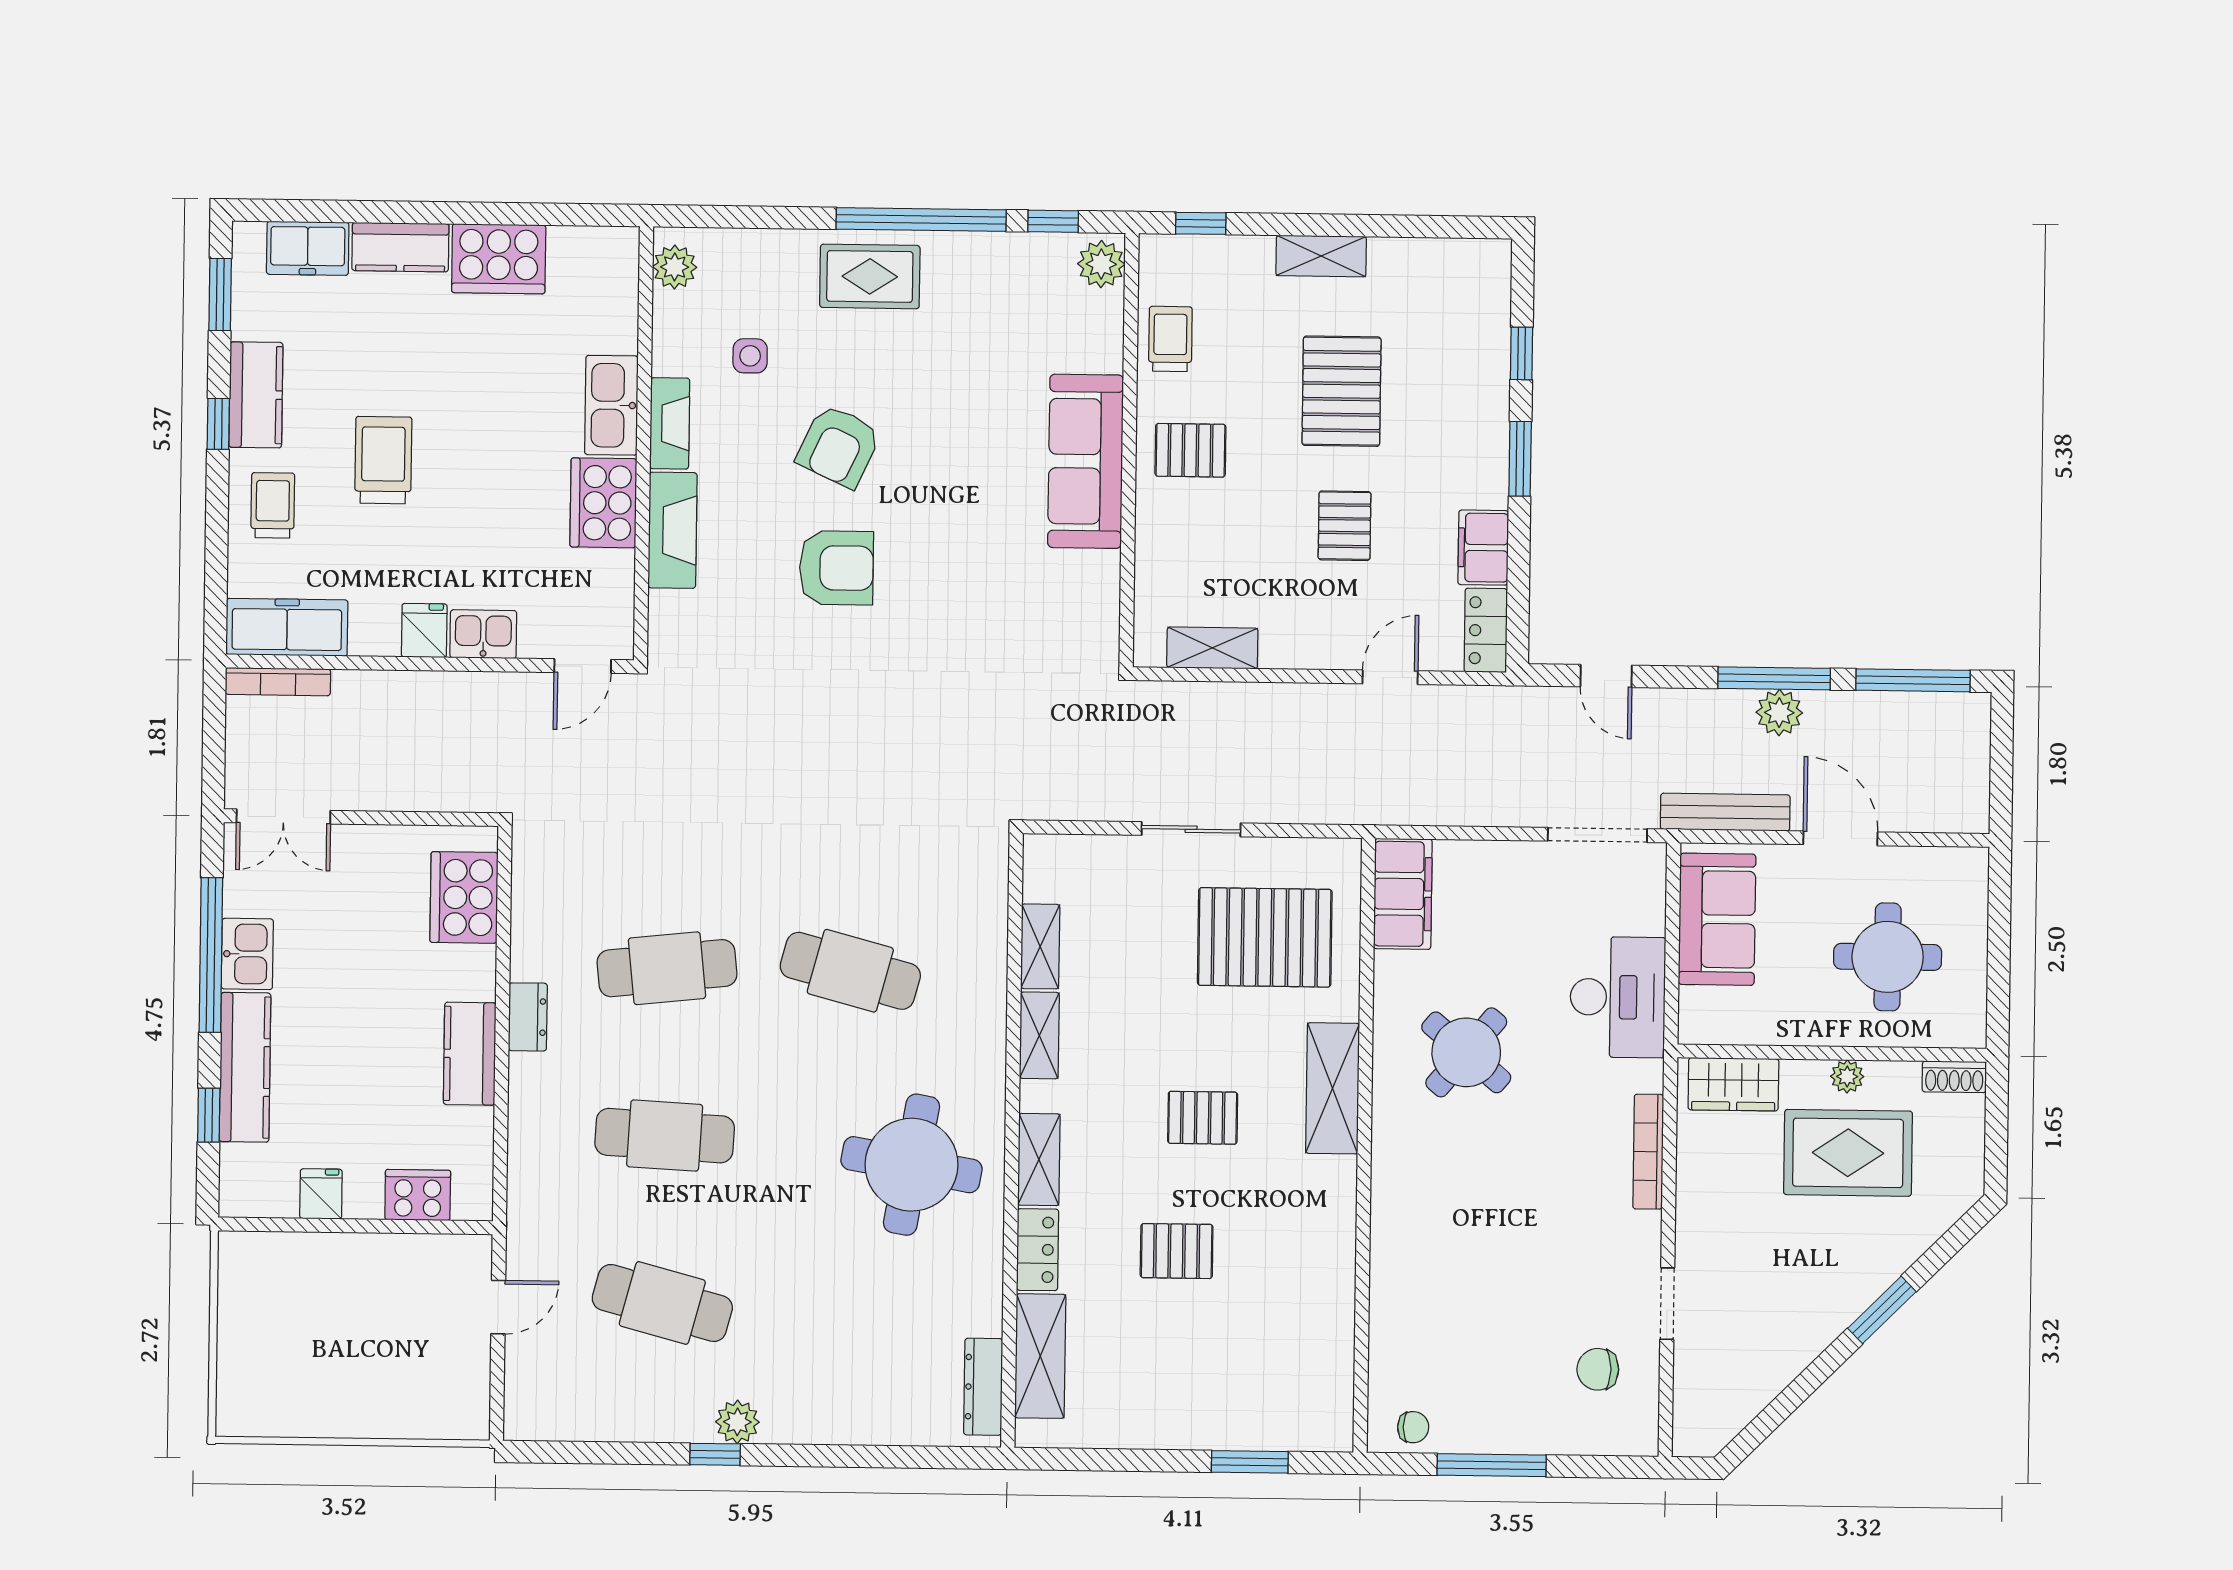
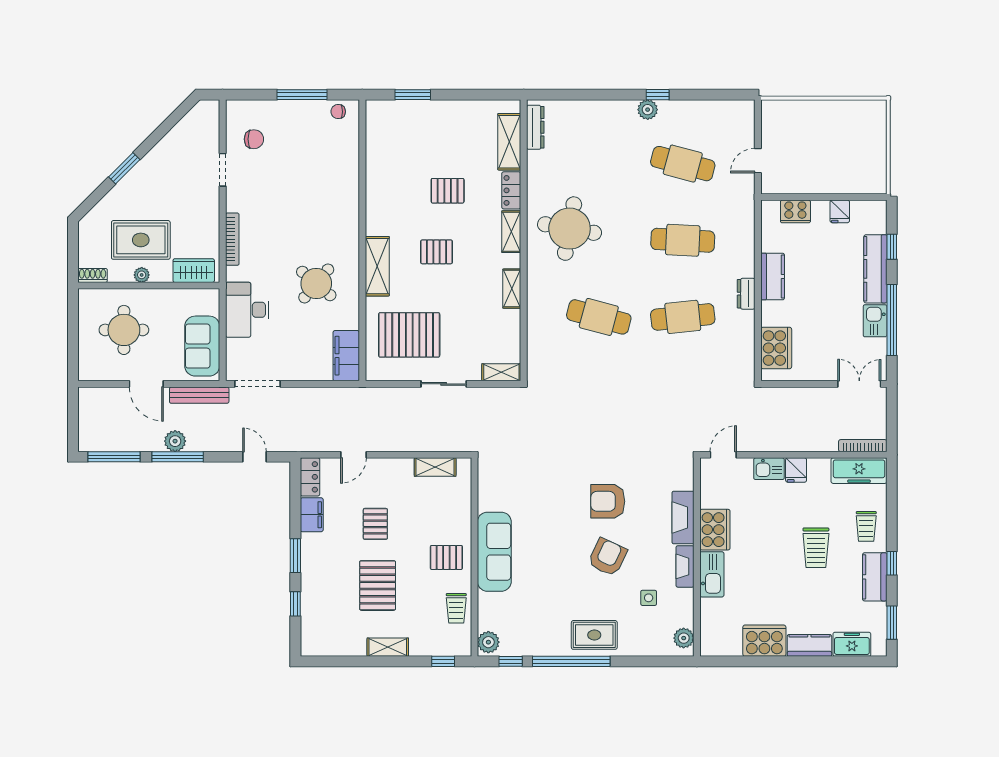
shelving: (1040, 946) -> (501, 372), moved, turned 90

